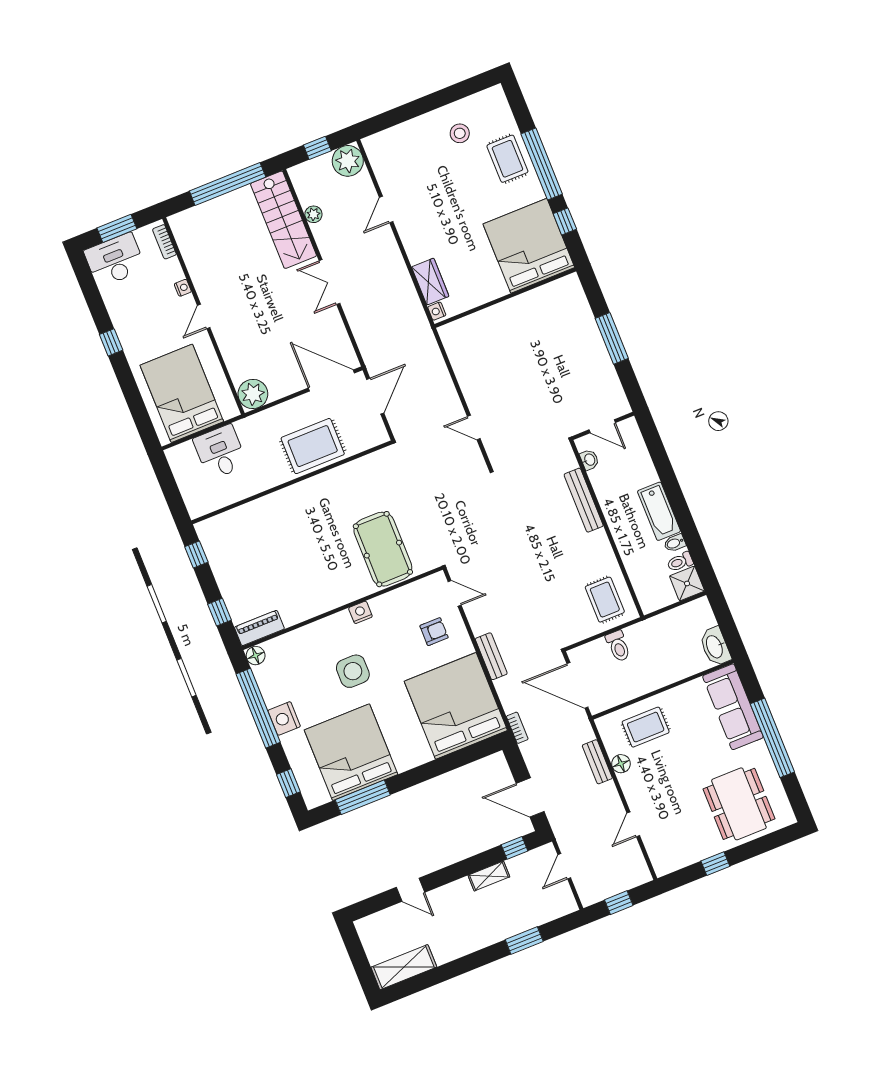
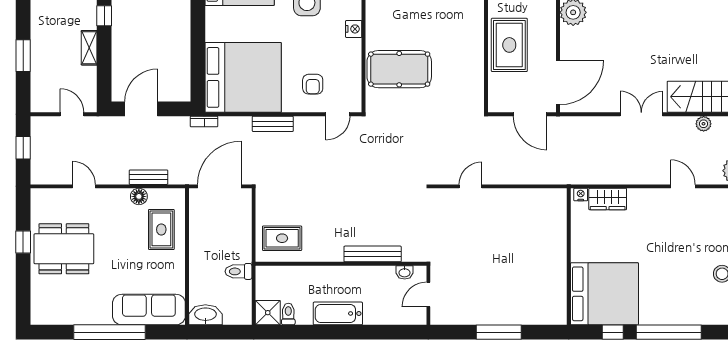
rug: (507, 159) -> (685, 305), removed
bidet: (675, 543) -> (306, 316), removed
toilet: (618, 646) -> (239, 271), moved
dining table: (739, 804) -> (64, 249), moved
window: (514, 848) -> (104, 16), moved

